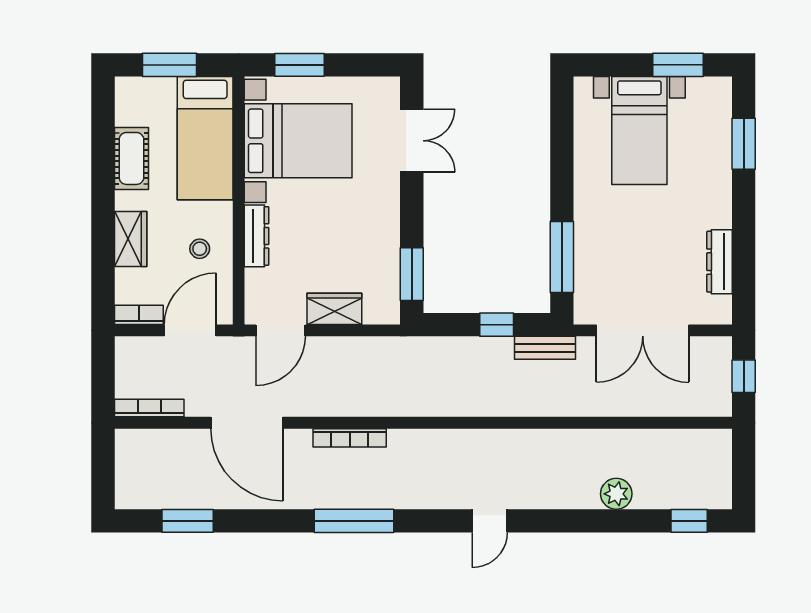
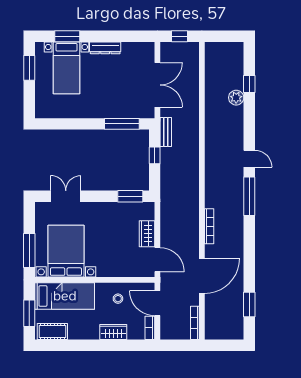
window: (300, 65) -> (29, 250), width x1.44
bed with nightstands: (639, 131) -> (66, 68), moved, turned 90
cot: (131, 158) -> (52, 332), moved
dresser: (257, 236) -> (112, 271), removed
dresser: (720, 262) -> (105, 48), moved
window: (354, 521) -> (249, 196), moved
window: (689, 521) -> (249, 84), moved

